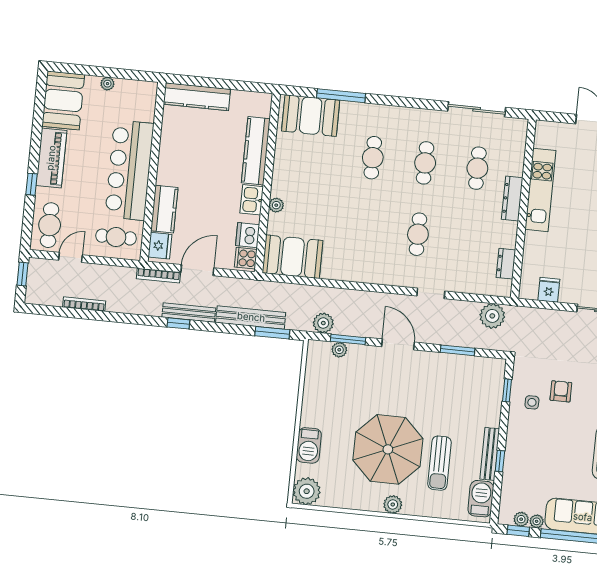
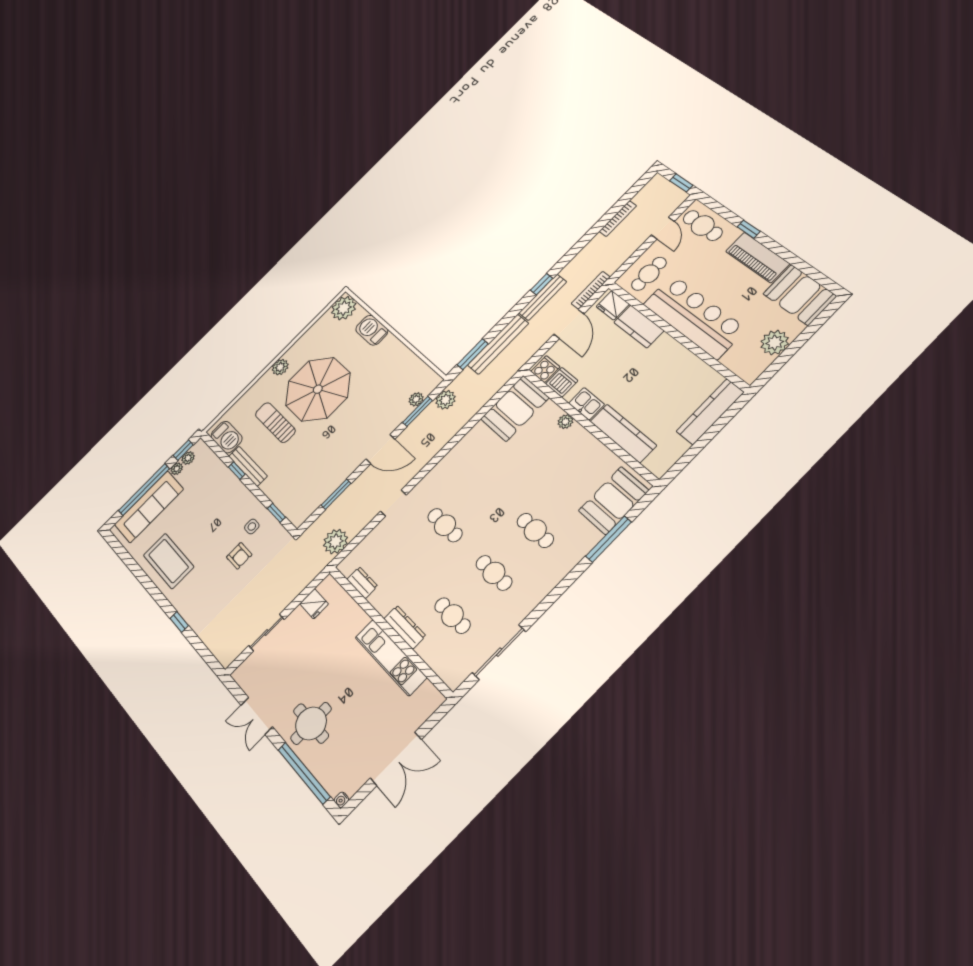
plant: (107, 84) -> (775, 343), width x1.87, depth x1.87

